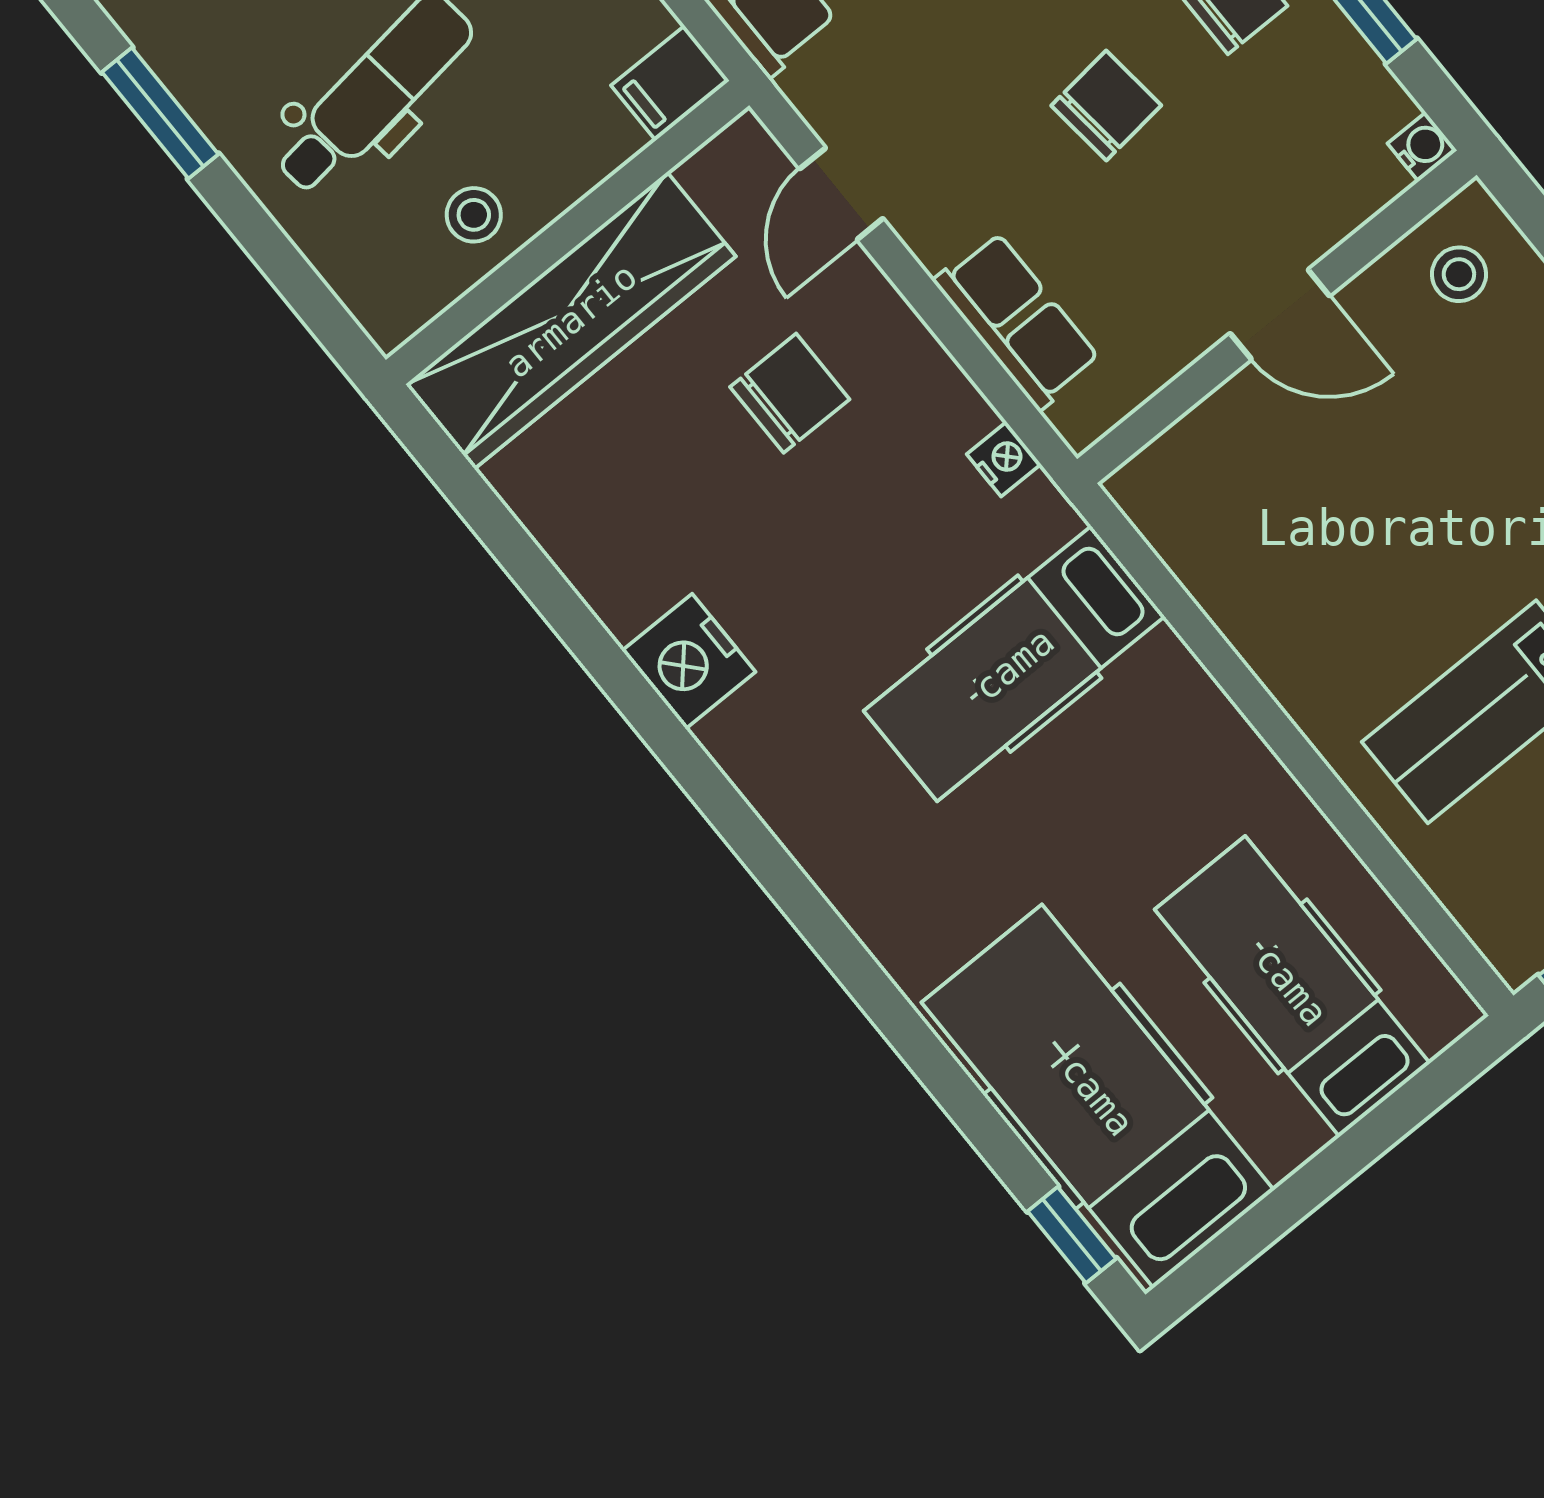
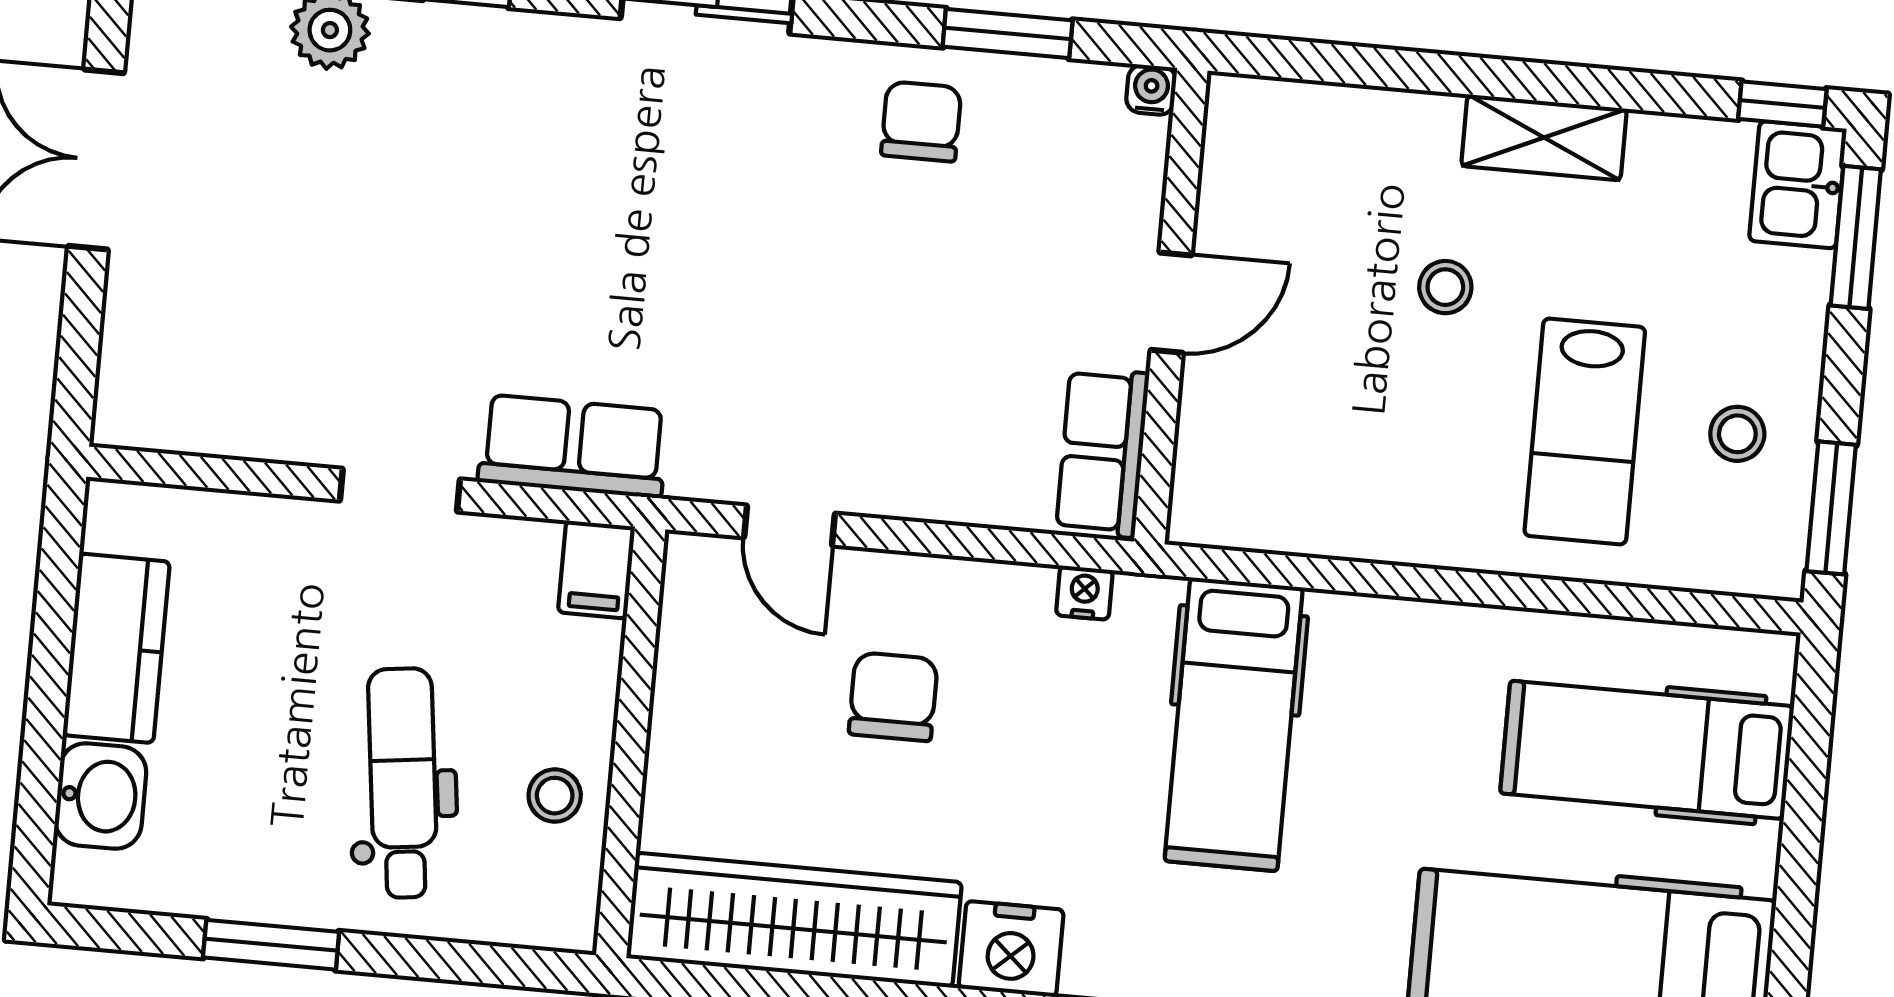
chair: (1106, 105) -> (908, 281), removed
stool: (1459, 274) -> (1445, 287), moved
wardrobe: (571, 320) -> (794, 920), moved, turned -90
row of seats: (1017, 321) -> (1103, 452), moved, turned -90

